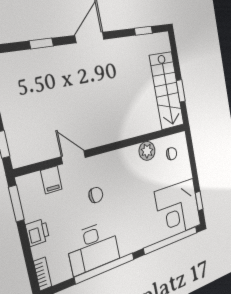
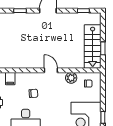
door: (73, 157) -> (51, 70), moved

